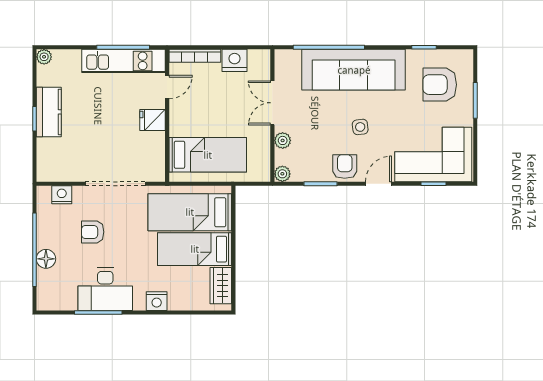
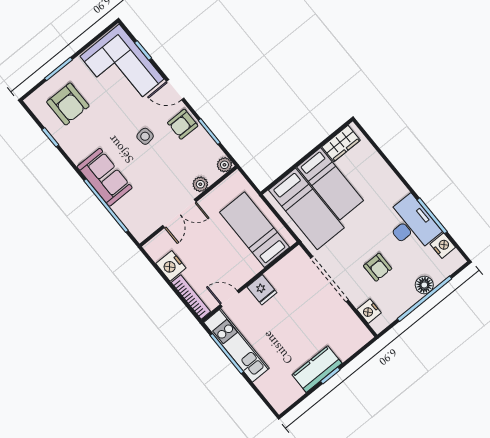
plant: (44, 57) -> (280, 405), removed
sofa: (354, 70) -> (105, 177), width x0.54, depth x0.79
nightstand: (157, 301) -> (443, 246), moved

